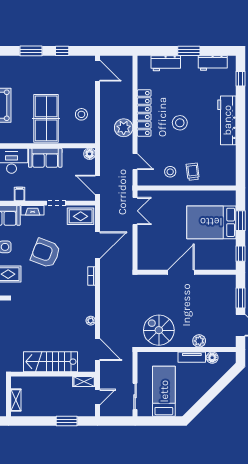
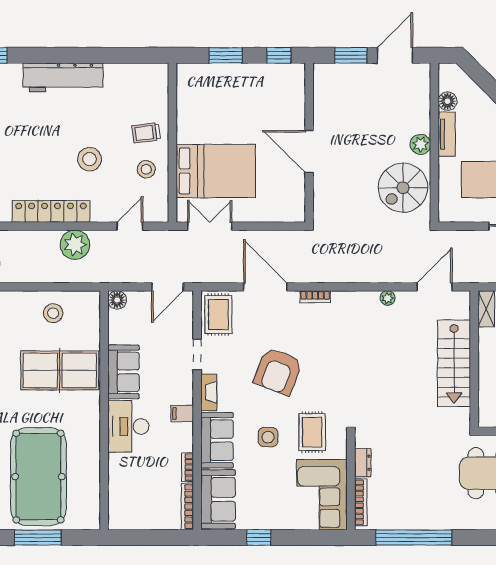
stool: (180, 123) -> (90, 159), moved
bed: (211, 222) -> (216, 171), moved, turned -90
plant: (199, 341) -> (420, 144), moved

